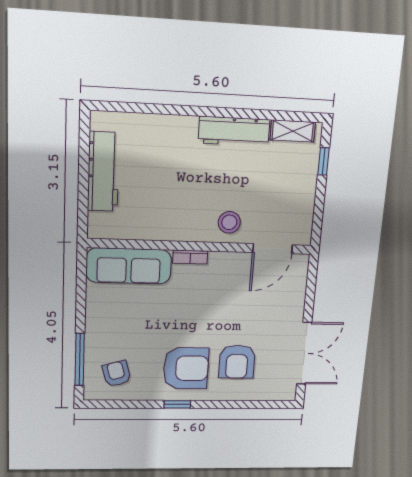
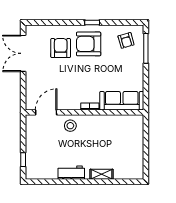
workbench: (234, 131) -> (71, 173), width x0.73
shelving: (293, 131) -> (101, 174), moved
workbench: (103, 172) -> (136, 149), removed

